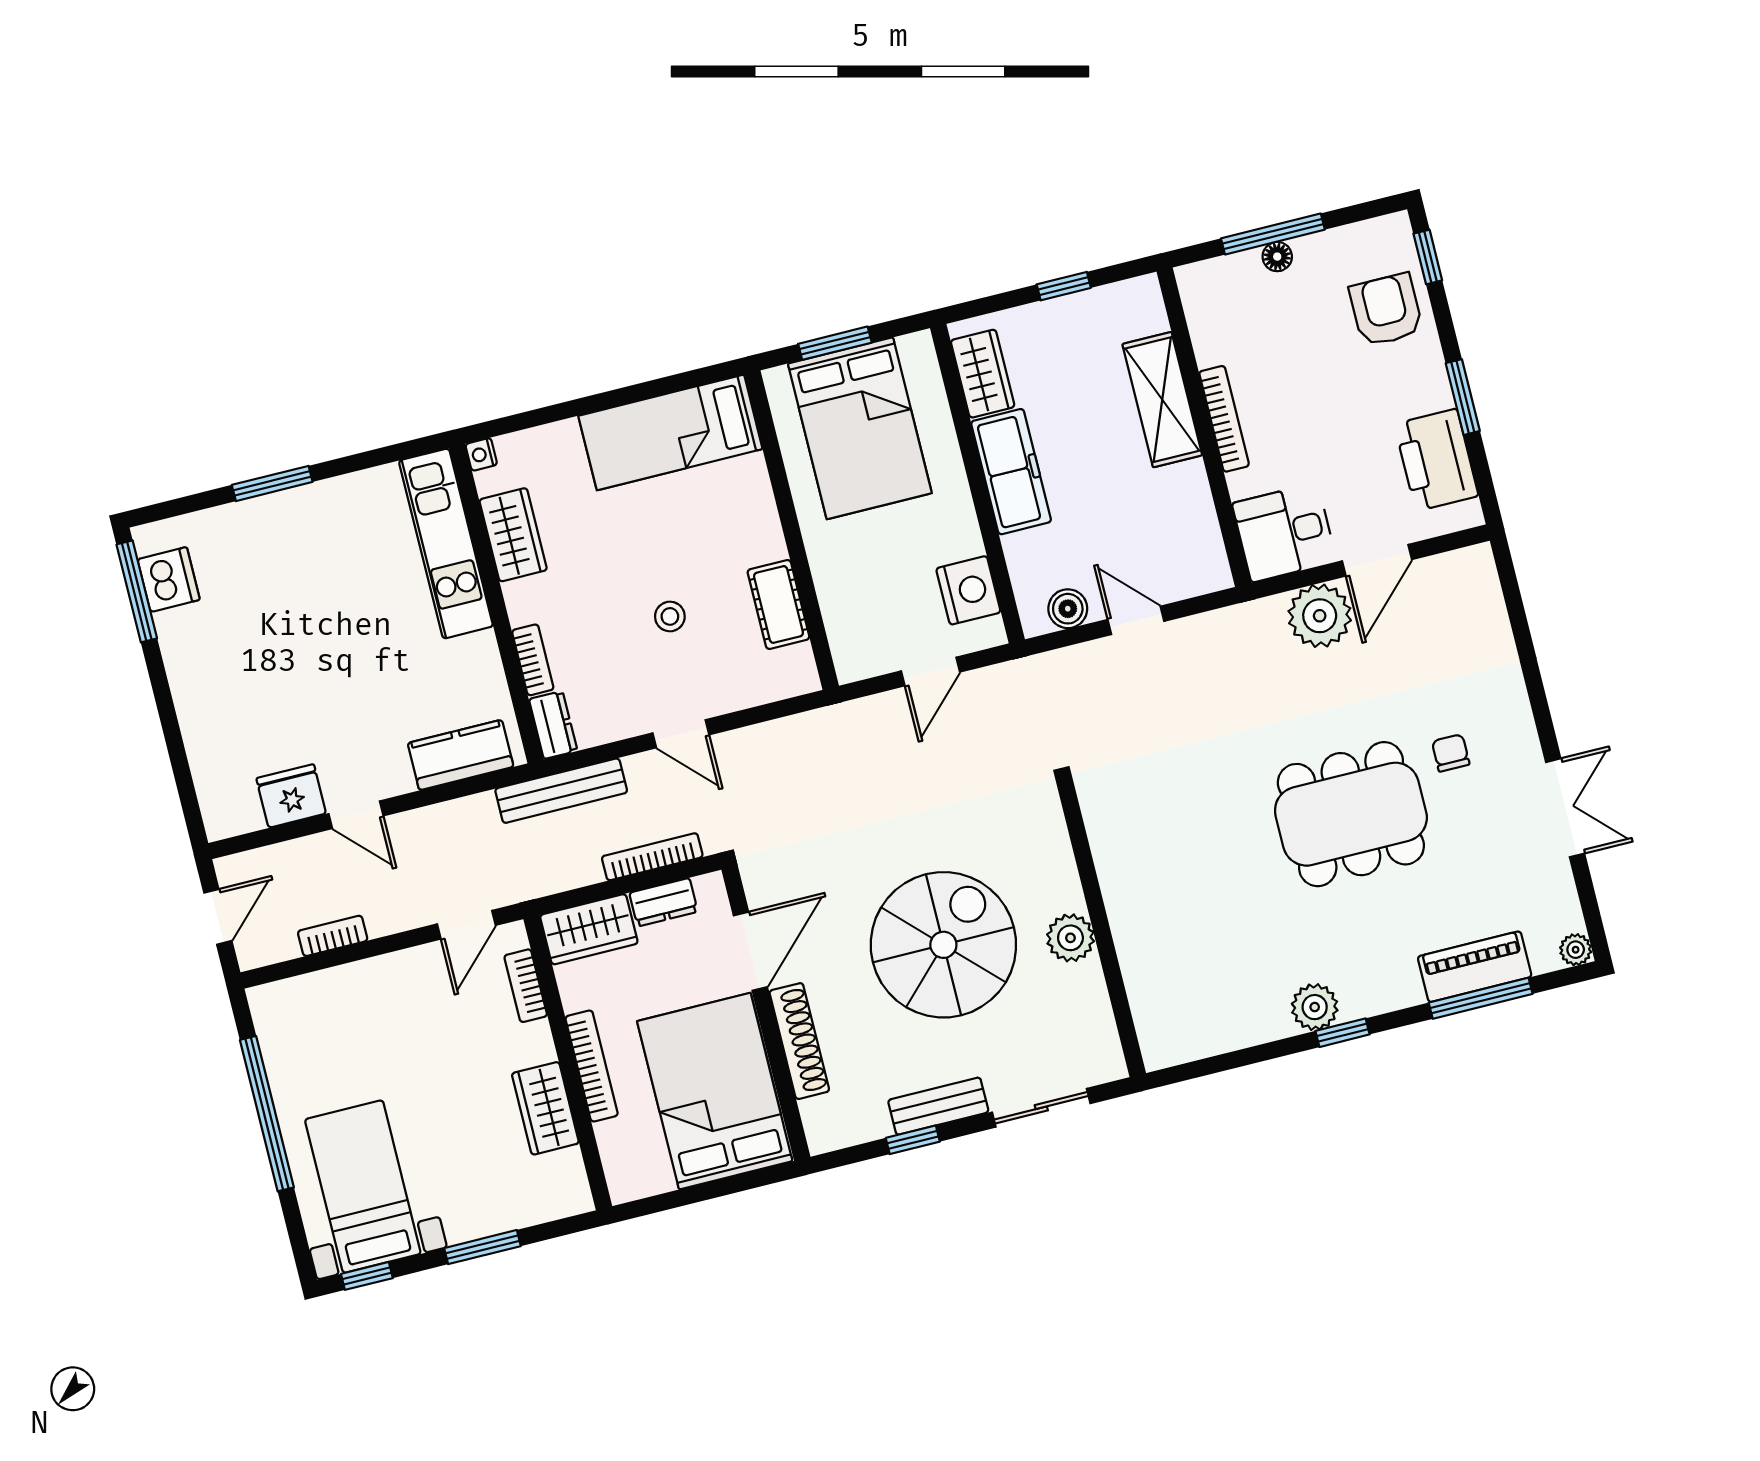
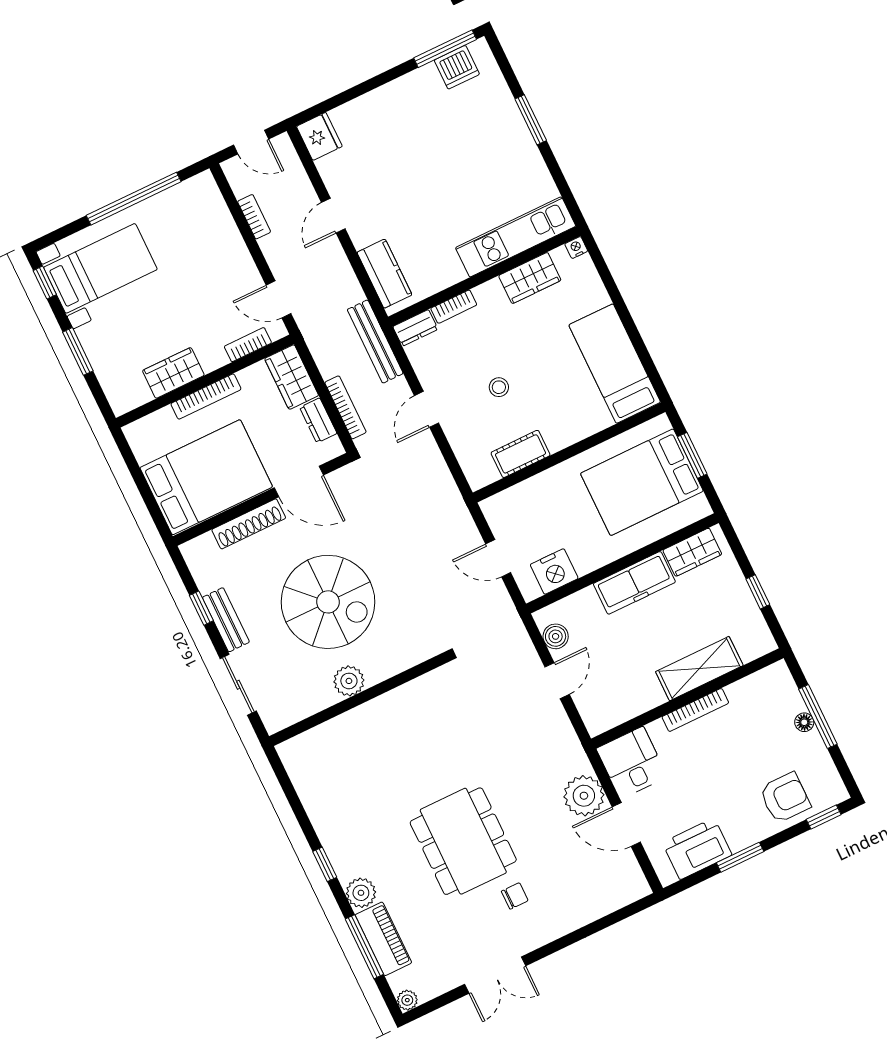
fridge: (291, 796) -> (319, 136), moved
plant: (1315, 1007) -> (361, 893), moved

